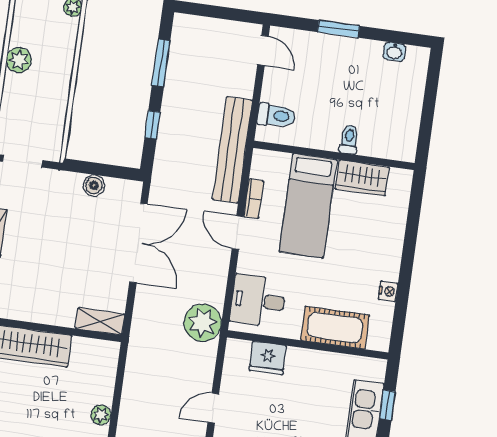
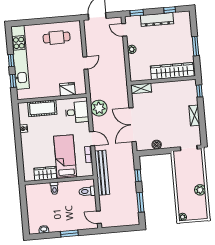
plant: (203, 323) -> (99, 108), moved

